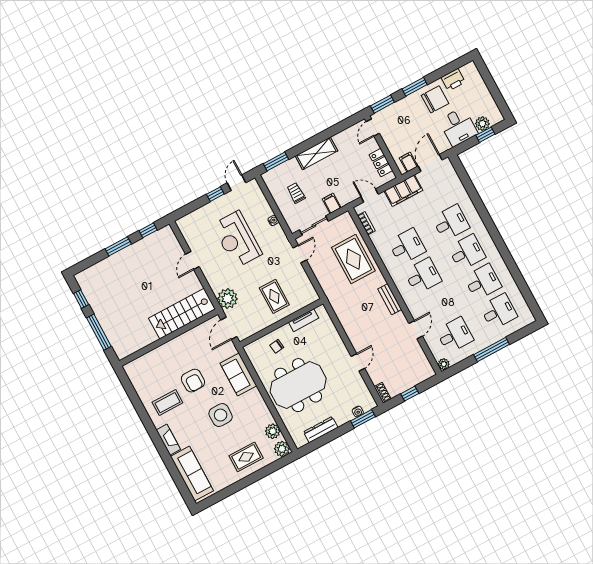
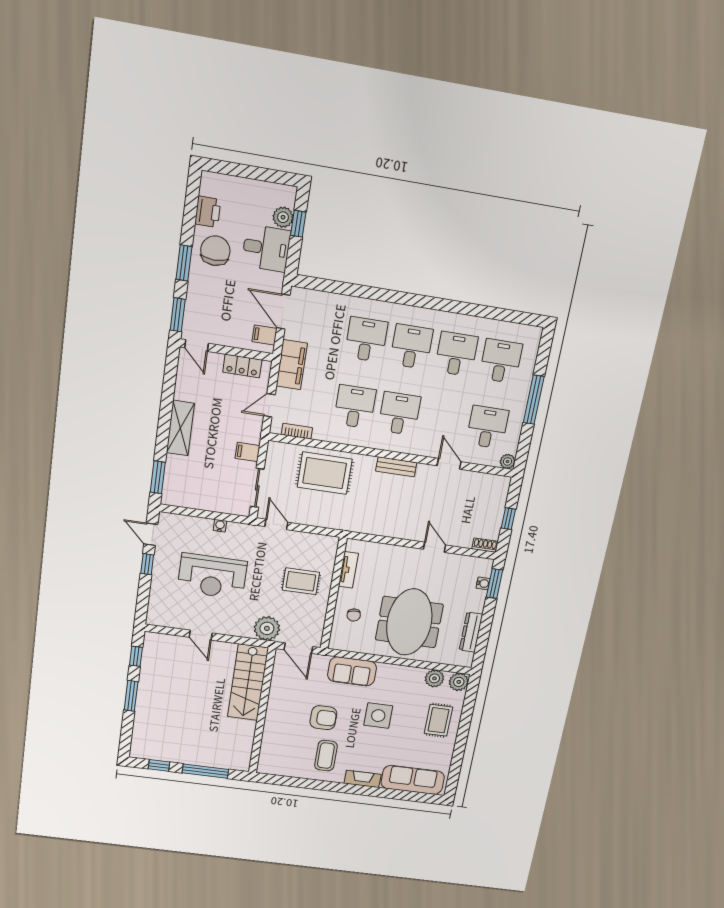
trolley: (296, 193) -> (208, 481), removed

